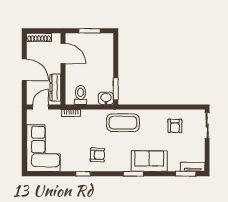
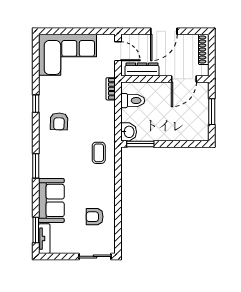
coffee table: (123, 123) -> (99, 153), width x0.54, depth x0.58
sofa: (149, 161) -> (51, 200), moved

